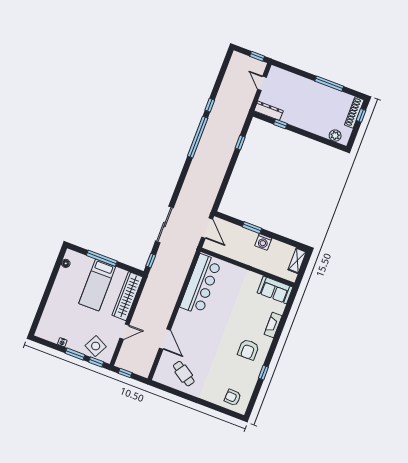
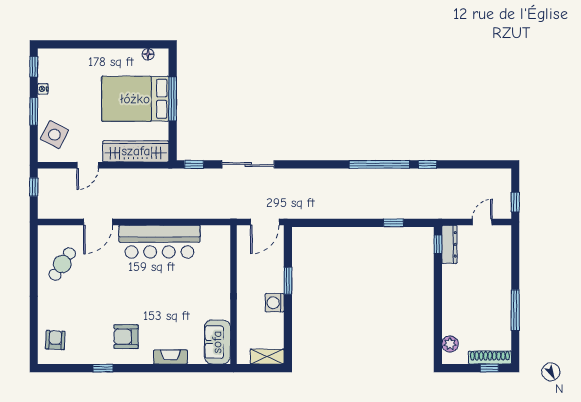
window: (280, 124) -> (438, 244), moved
bar counter: (201, 284) -> (159, 242), moved
bed: (97, 285) -> (135, 99), width x1.50
door: (124, 332) -> (88, 165), hinge flipped
window: (96, 362) -> (34, 67), moved

